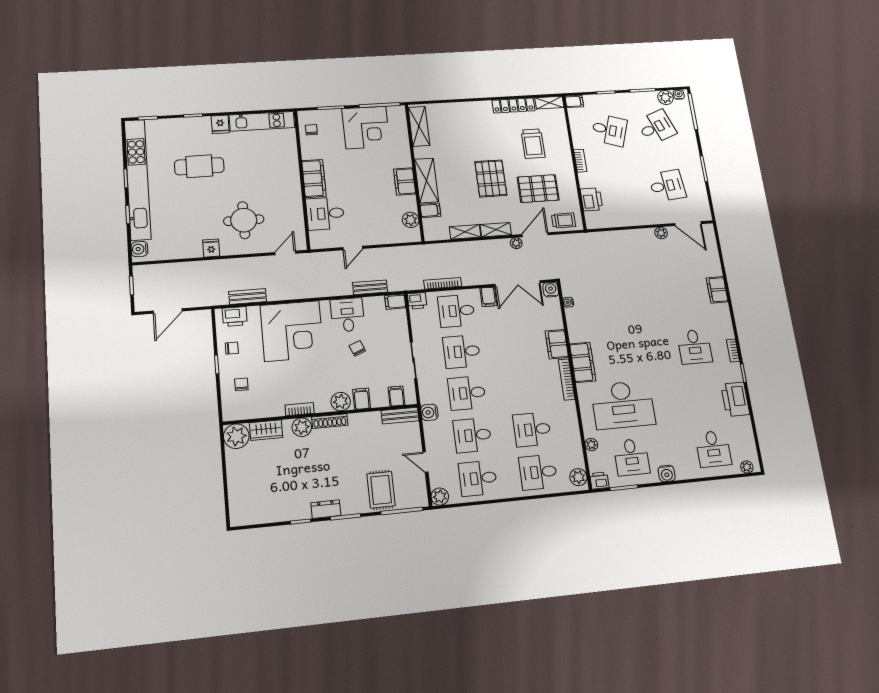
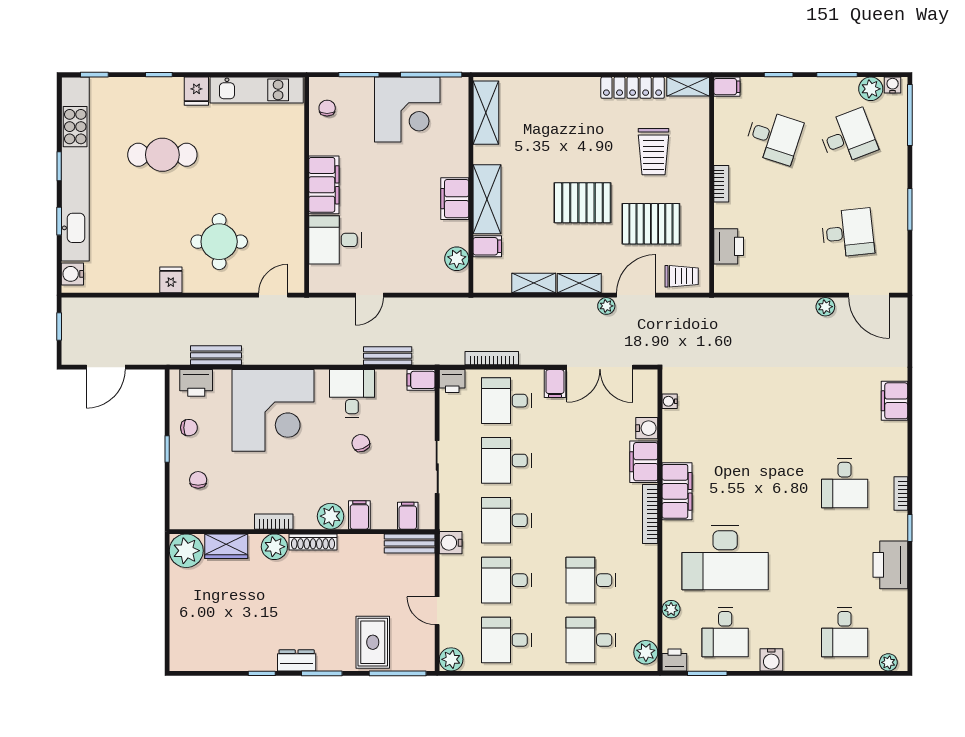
pallet: (491, 178) -> (582, 203), turned 90
water cooler: (551, 290) -> (647, 428), moved, turned 90

